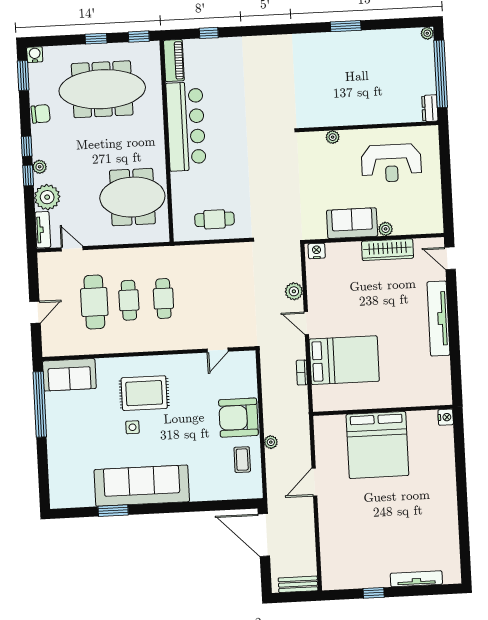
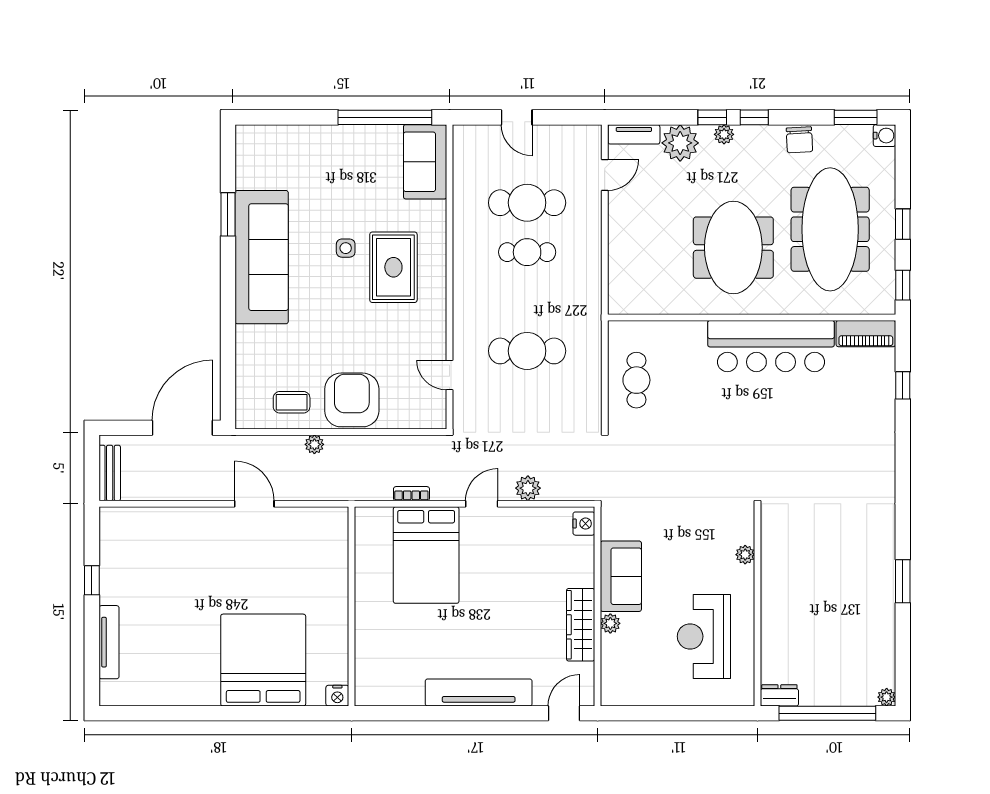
meeting table: (132, 197) -> (733, 248), moved
cafe table: (163, 298) -> (527, 351), moved, width x1.37, depth x1.35
bed: (377, 445) -> (263, 660), moved, turned 90

